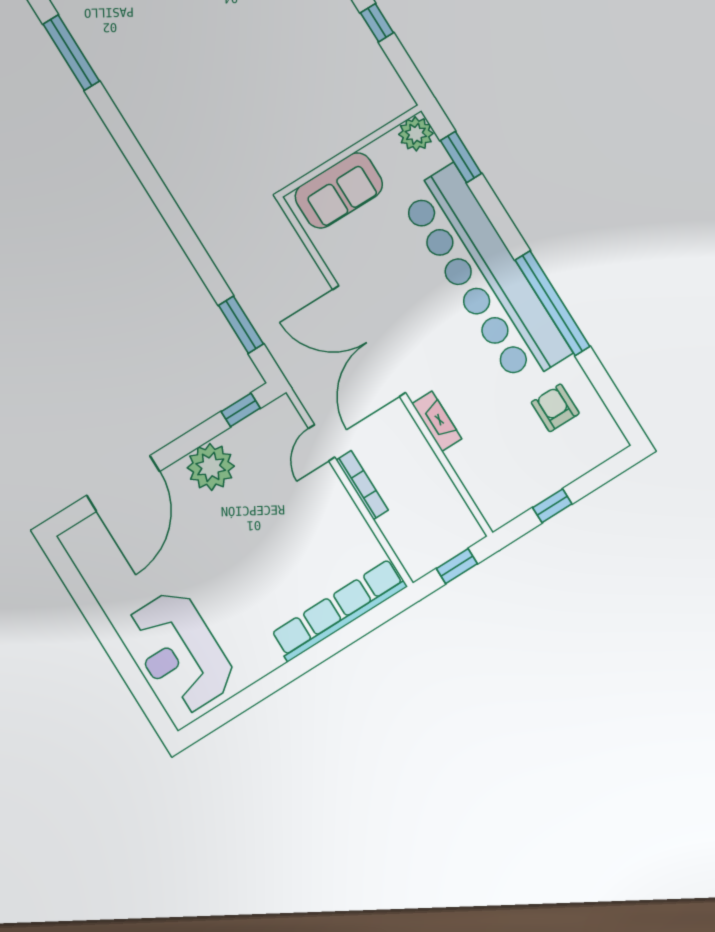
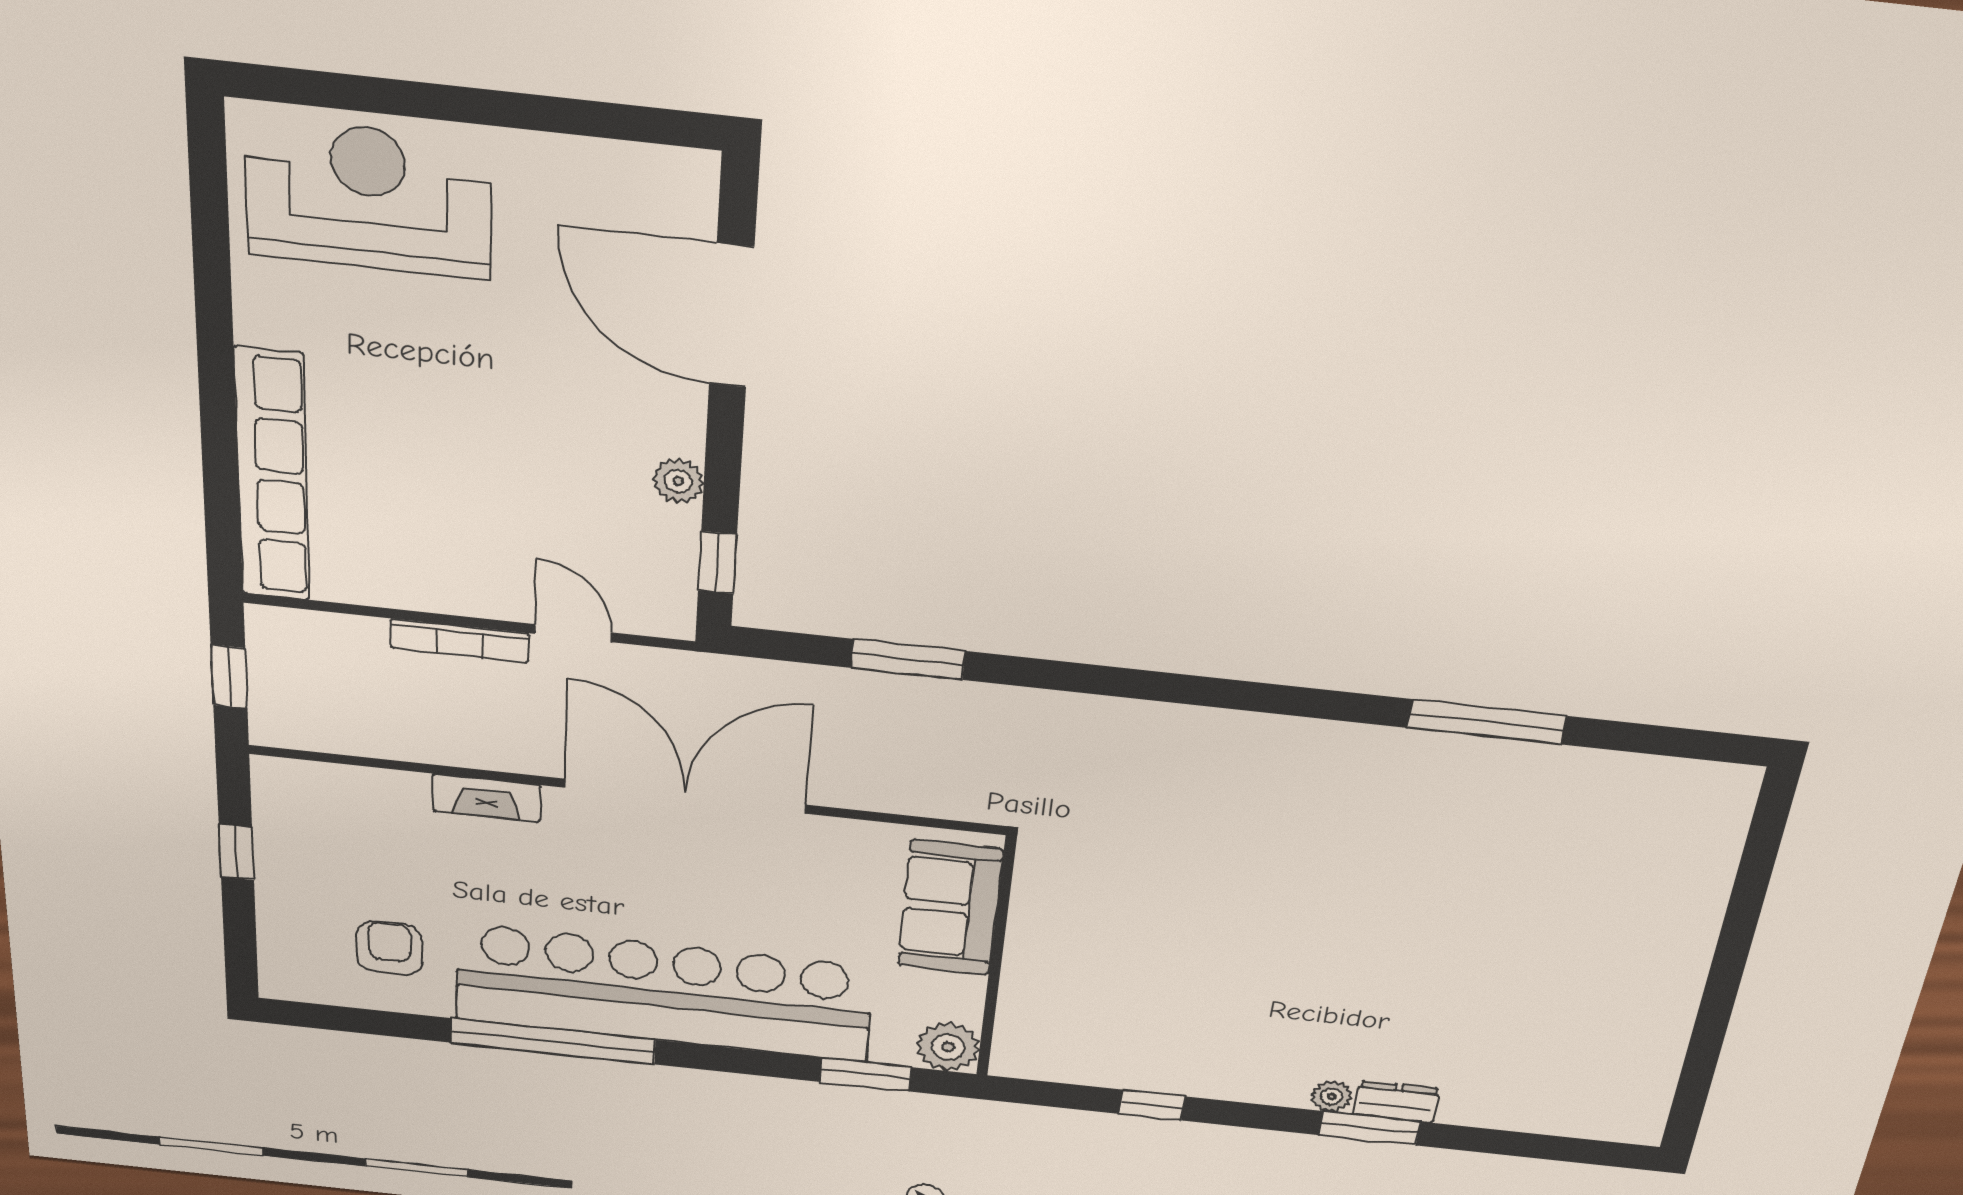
window: (241, 325) -> (908, 659), moved
armchair: (555, 408) -> (389, 948), turned -90
plant: (211, 467) -> (678, 481), width x0.53, depth x0.53

